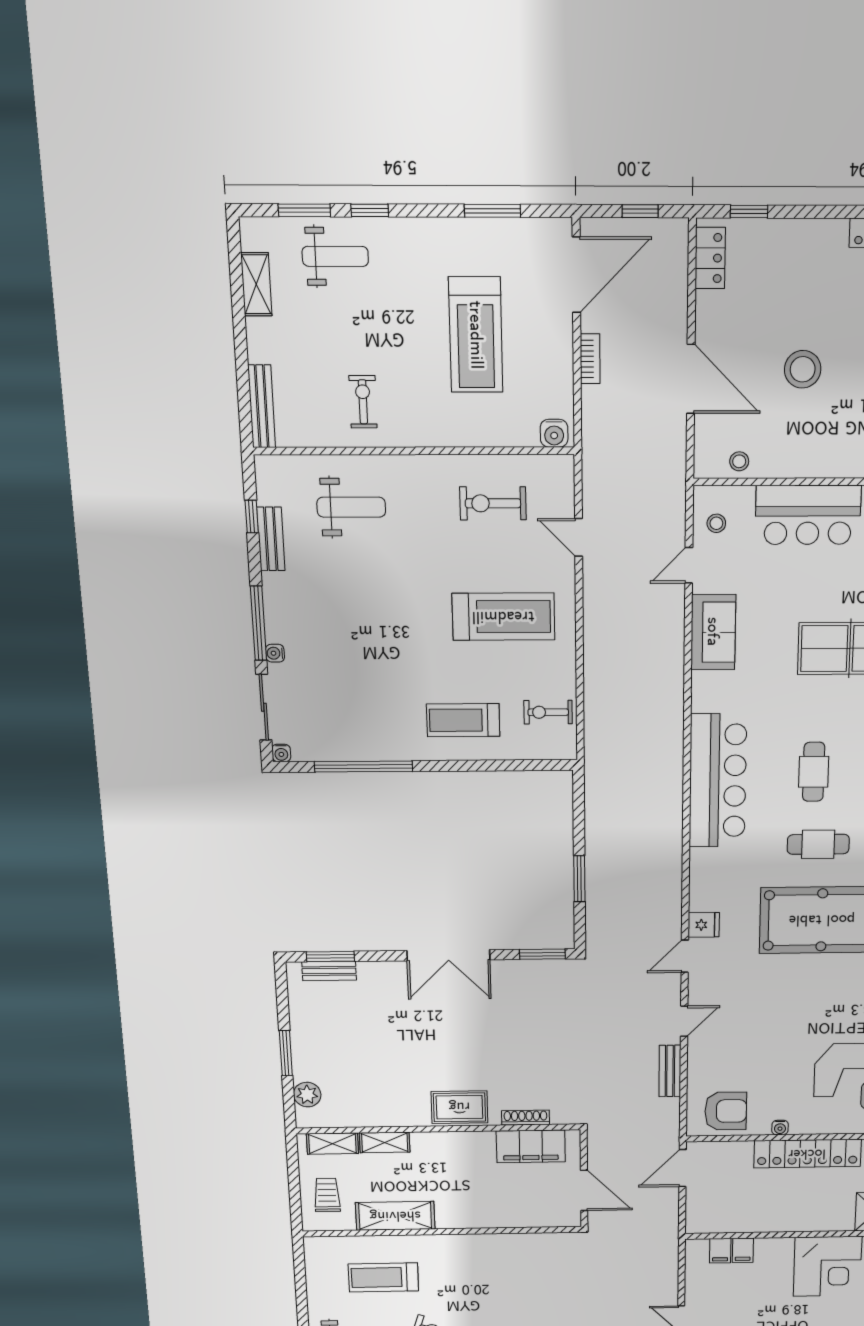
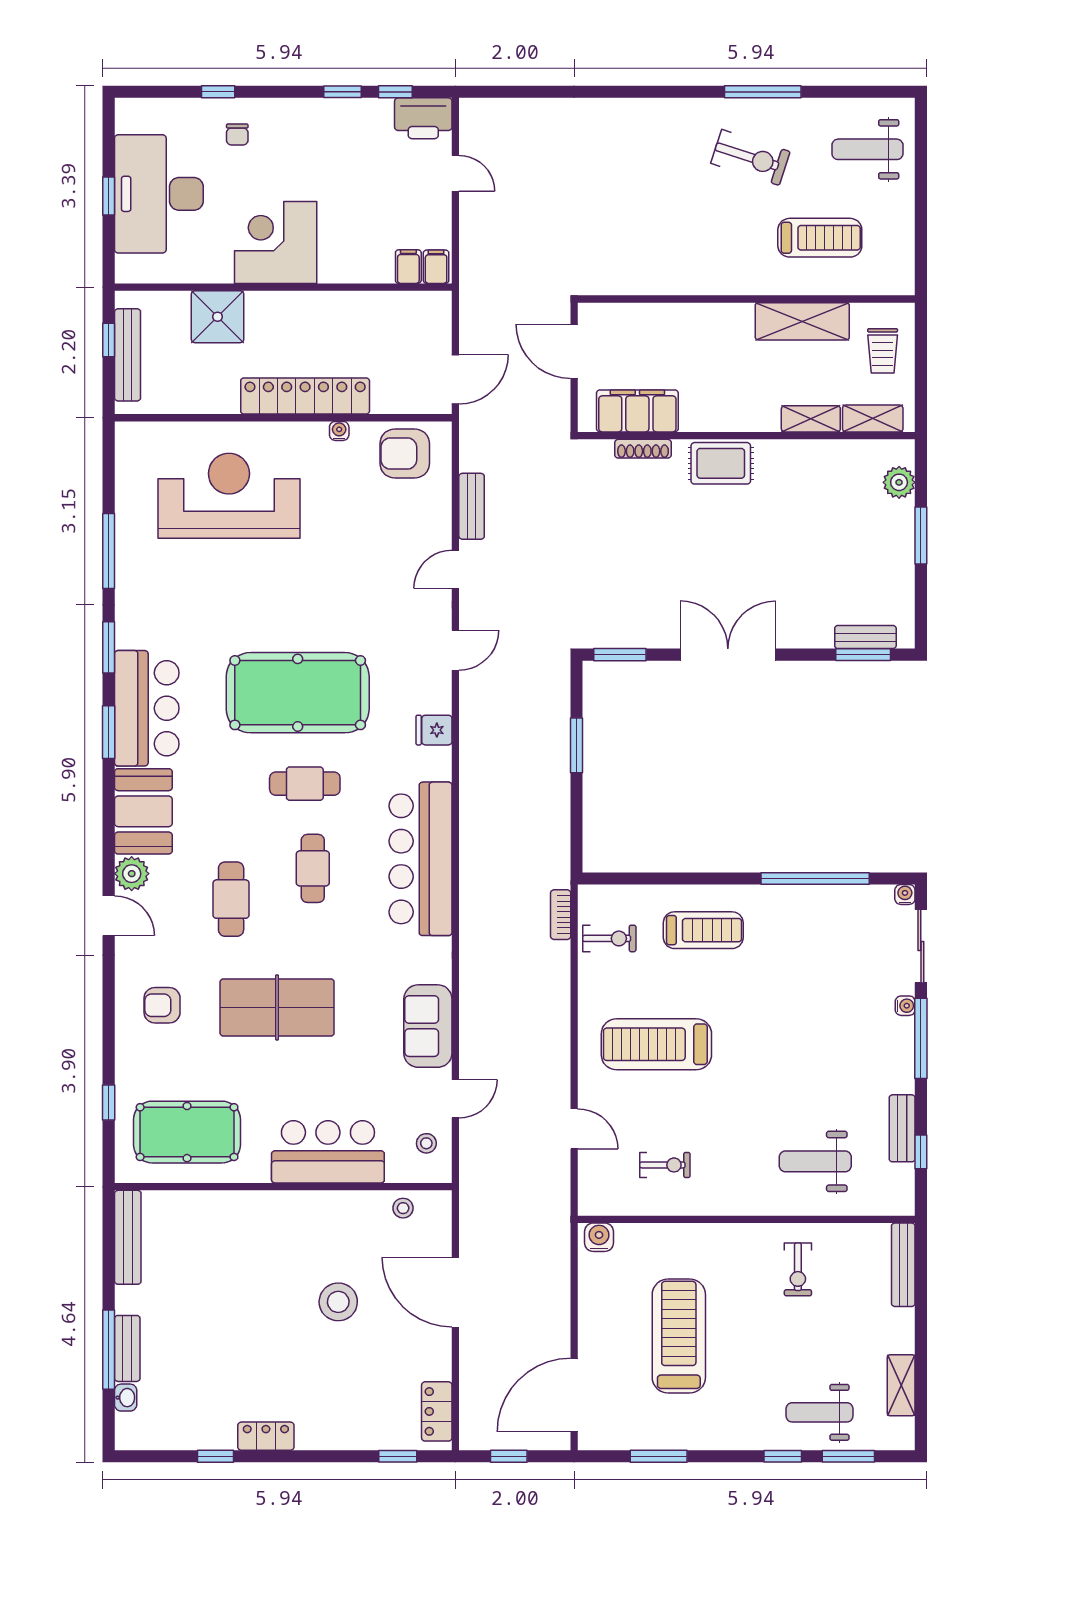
bookcase: (590, 359) -> (561, 915), moved
exercise bike: (493, 503) -> (665, 1165), width x0.73, depth x0.72
fridge: (704, 925) -> (434, 730), moved
filing cabinet: (743, 1250) -> (436, 267), moved

